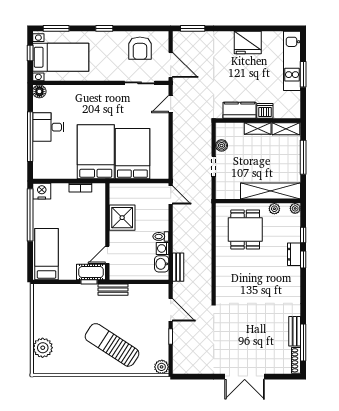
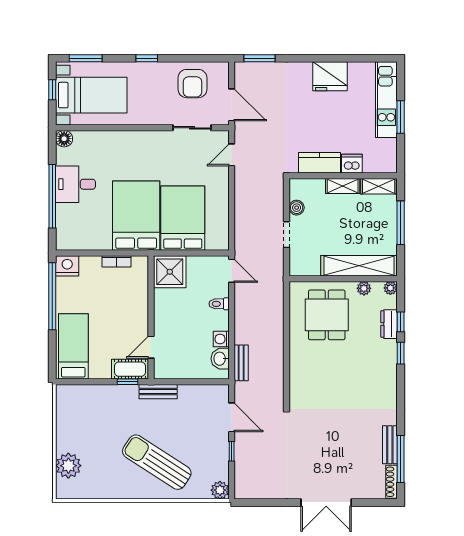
shower: (122, 218) -> (170, 272), moved
toilet: (161, 236) -> (219, 304), moved
dresser: (294, 254) -> (389, 324), moved

